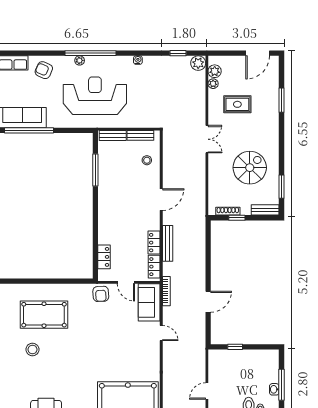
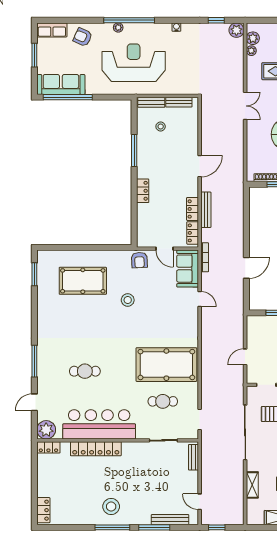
stool: (147, 160) -> (161, 127), moved
window: (95, 170) -> (134, 151), moved
locker: (104, 257) -> (143, 191), moved
stool: (32, 349) -> (128, 300), moved

